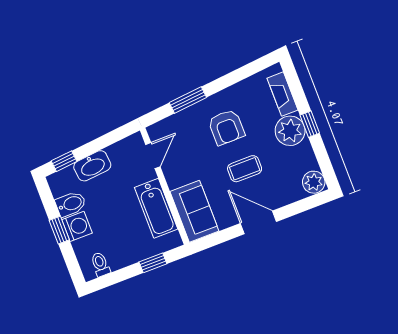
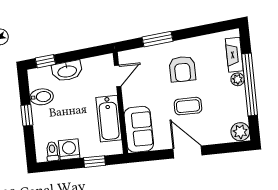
window: (310, 124) -> (250, 85), width x3.17
plant: (290, 131) -> (238, 79), width x0.53, depth x0.53
washing machine: (77, 226) -> (69, 149), moved, turned -90

